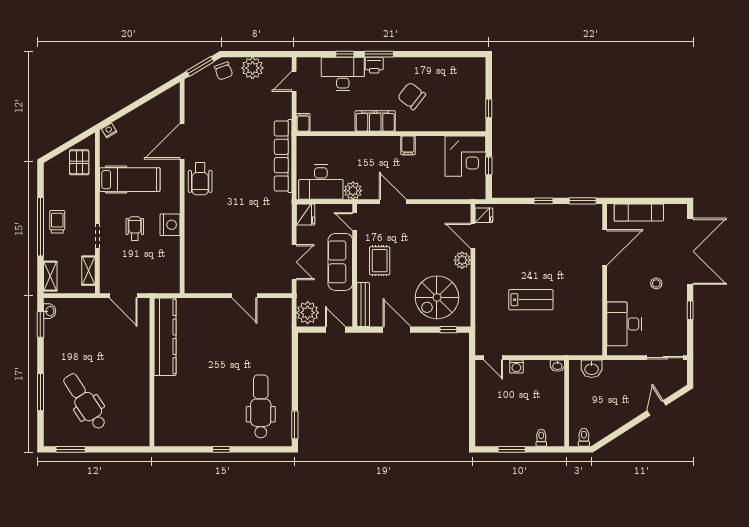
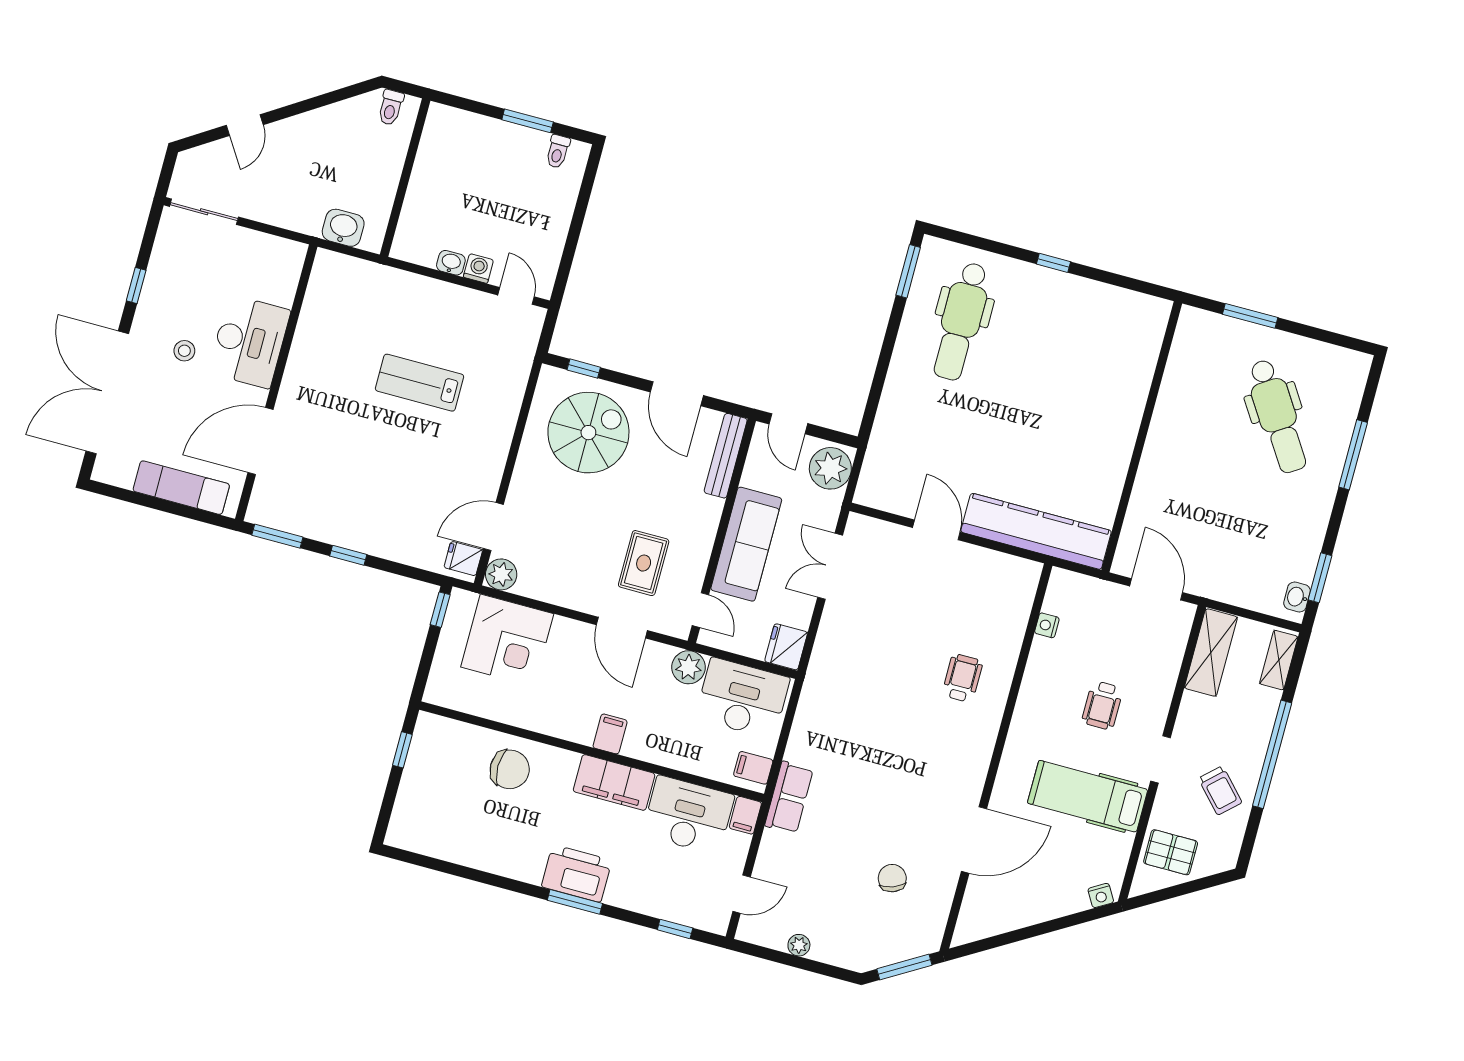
window: (345, 54) -> (675, 929), moved
printer: (374, 65) -> (577, 873), width x1.87, depth x1.48
plant: (252, 68) -> (799, 945), width x0.53, depth x0.53
chair: (224, 71) -> (892, 878), moved
desk: (343, 74) -> (688, 815), moved, turned 180
chair: (412, 96) -> (510, 769), moved, turned -38
filing cabinet: (408, 145) -> (610, 734), moved
filing cabinet: (306, 148) -> (753, 768), added
row of seats: (283, 156) -> (789, 797), width x0.50
corner desk: (465, 156) -> (507, 640), moved, turned 180
pallet: (79, 162) -> (1171, 852), turned 90
window: (489, 166) -> (440, 610), moved
wheelchair: (200, 179) -> (962, 678), moved, width x0.73, depth x0.73
trolley: (57, 222) -> (1220, 790), moved, turned -43
nightstand: (170, 225) -> (1047, 625), moved, width x0.53, depth x0.56
doorway: (97, 236) -> (1161, 759), moved
door: (473, 236) -> (493, 527), swing flipped
plant: (462, 260) -> (501, 574), moved
rug: (380, 261) -> (644, 563), moved
shelving: (88, 271) -> (1211, 653), width x1.50, depth x1.33
desk: (624, 324) -> (249, 342), moved
kitchen counter: (165, 337) -> (1036, 531), moved, turned 90
washbasin: (557, 366) -> (451, 263), moved
toilet: (541, 438) -> (558, 152), moved
window: (71, 449) -> (1250, 316), moved

